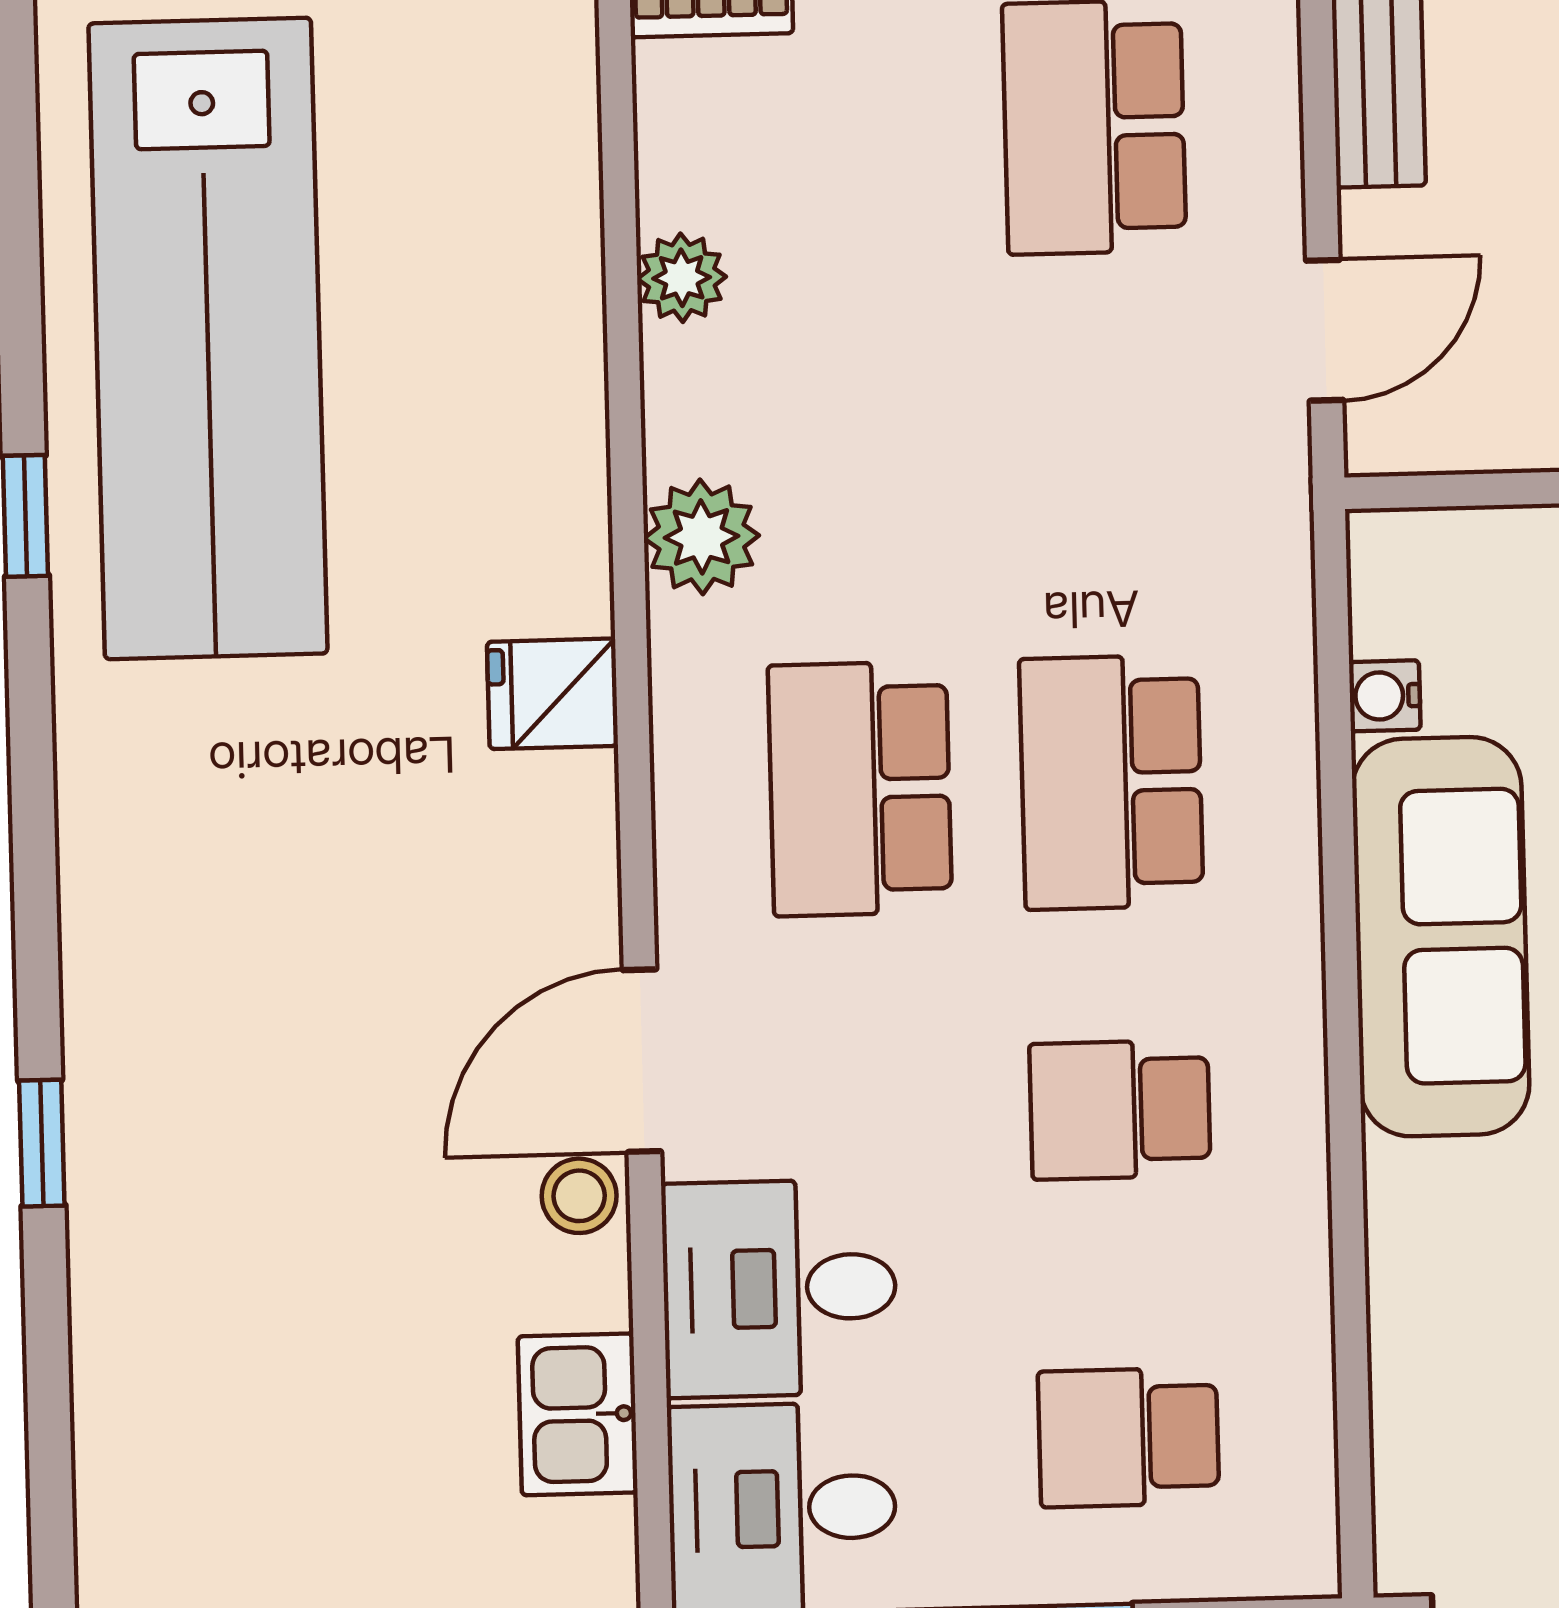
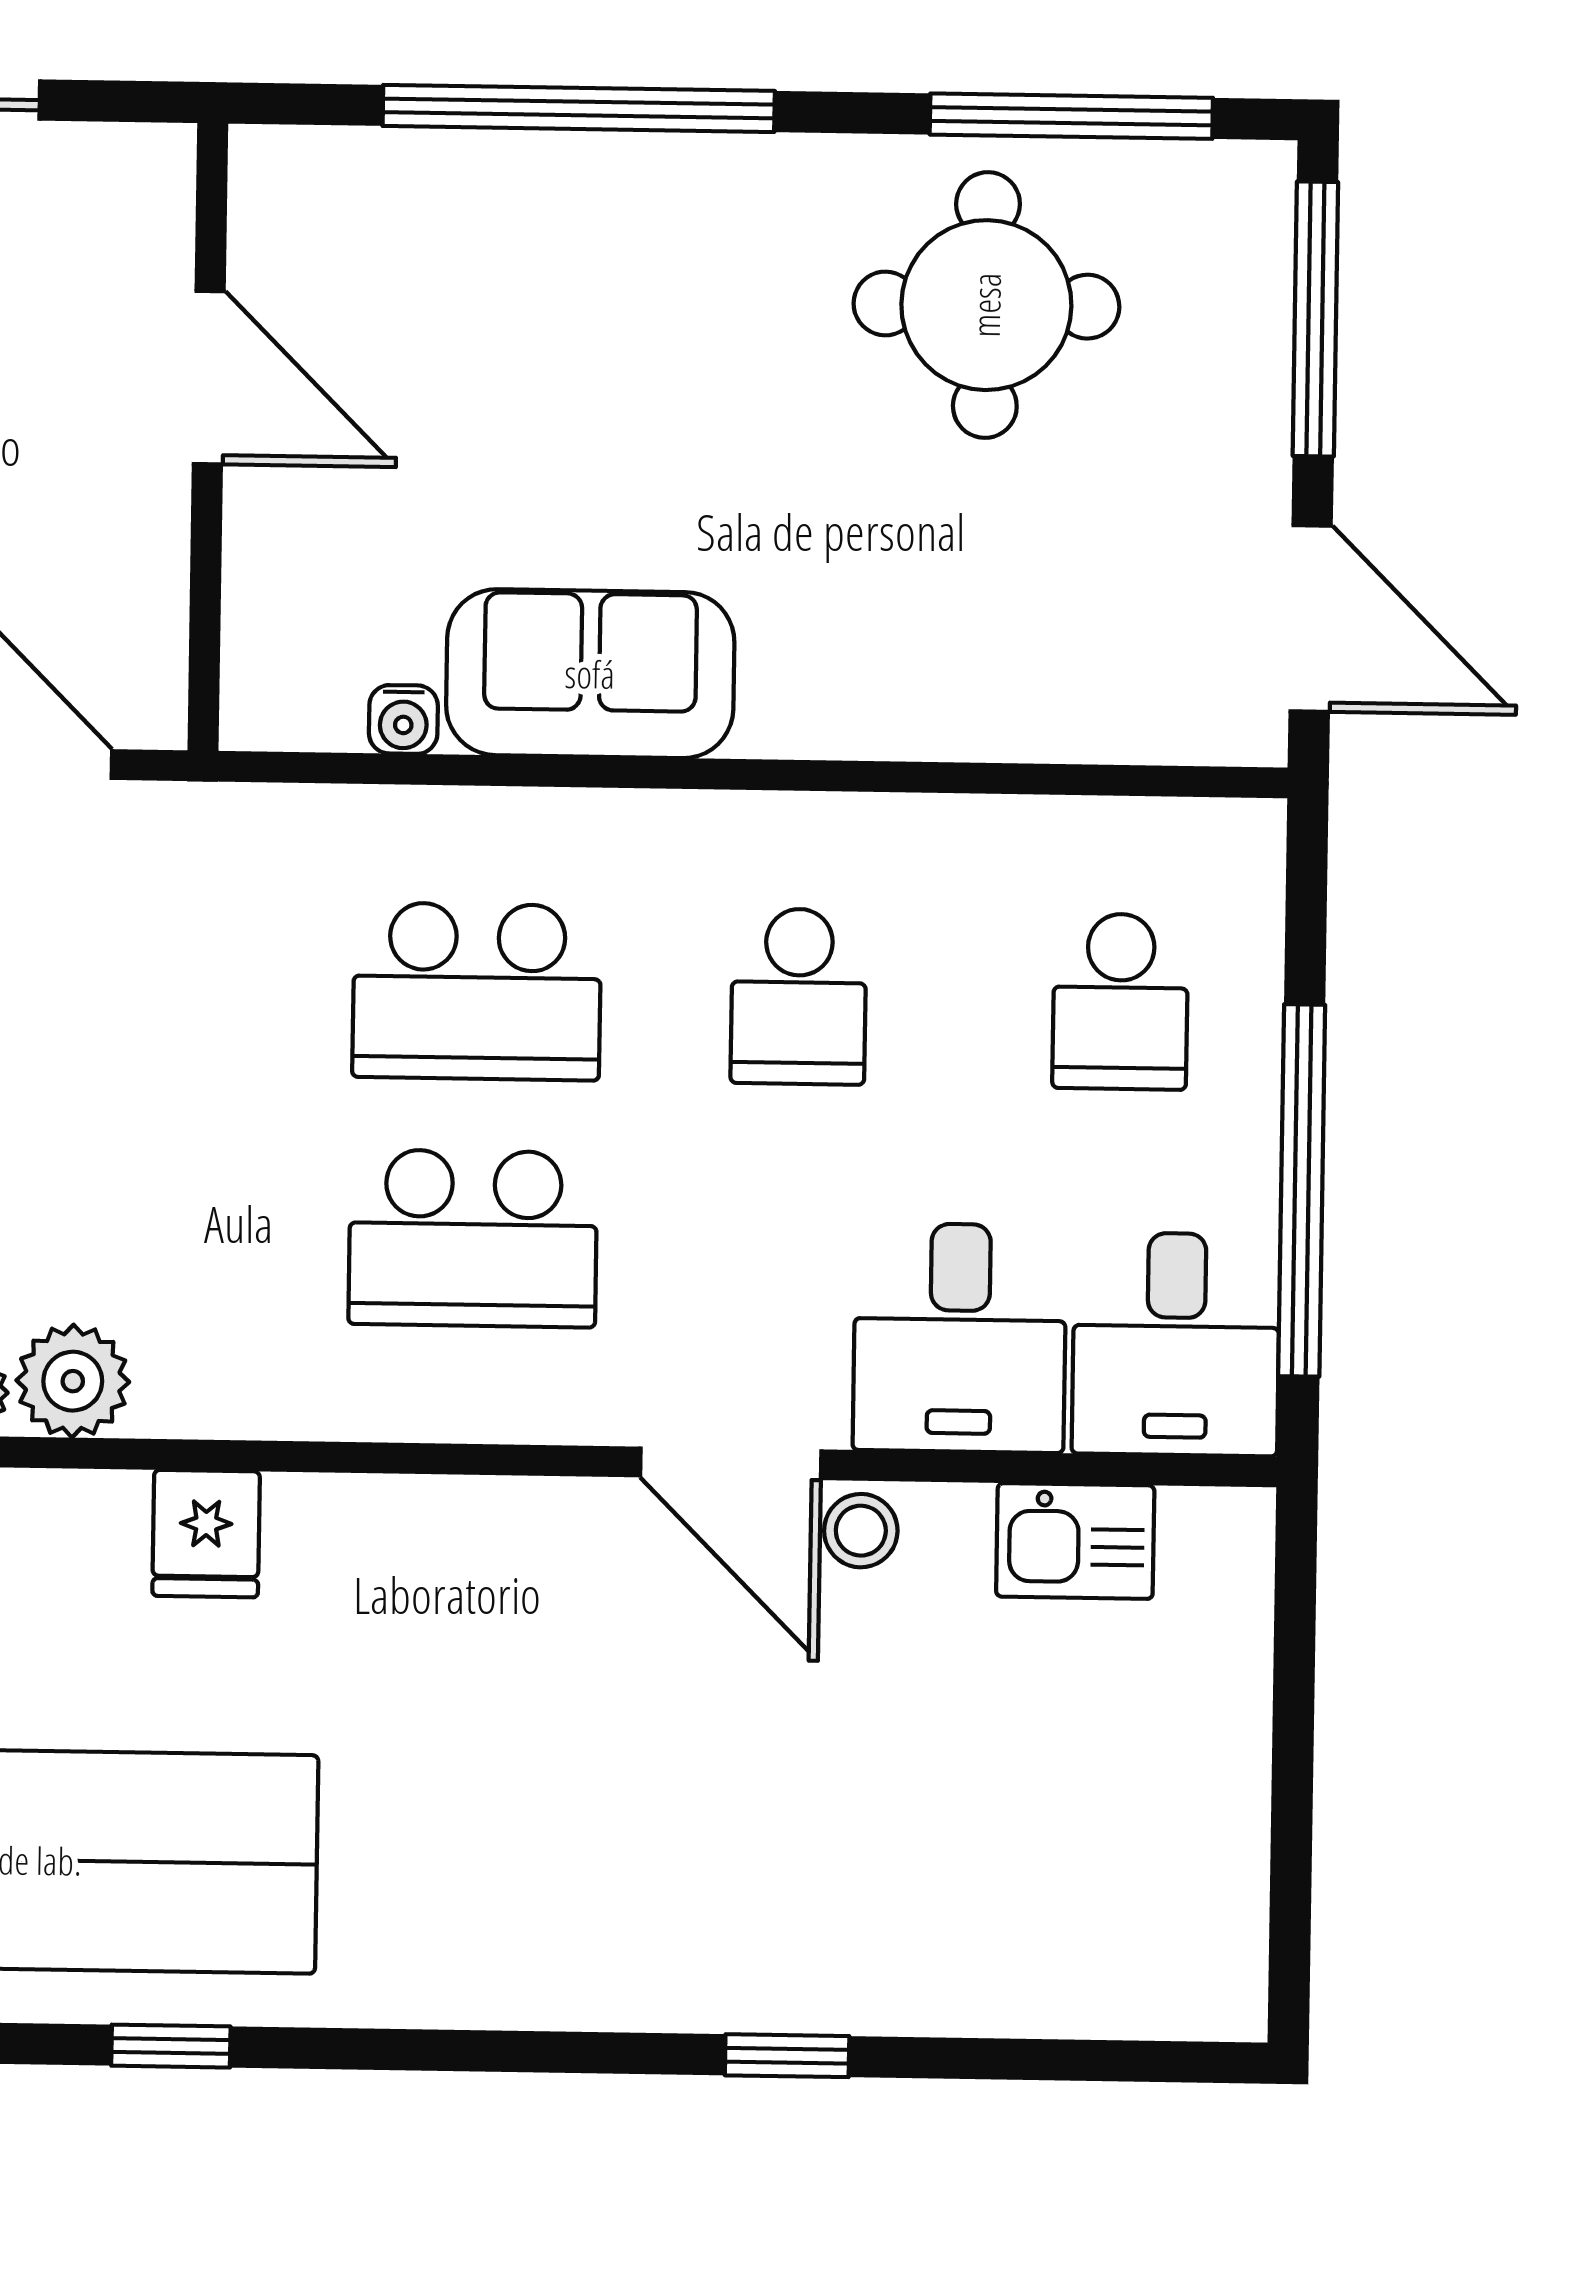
plant: (701, 537) -> (73, 1381), moved
fridge: (552, 694) -> (206, 1534), moved
sofa: (1441, 937) -> (590, 674), width x0.73

